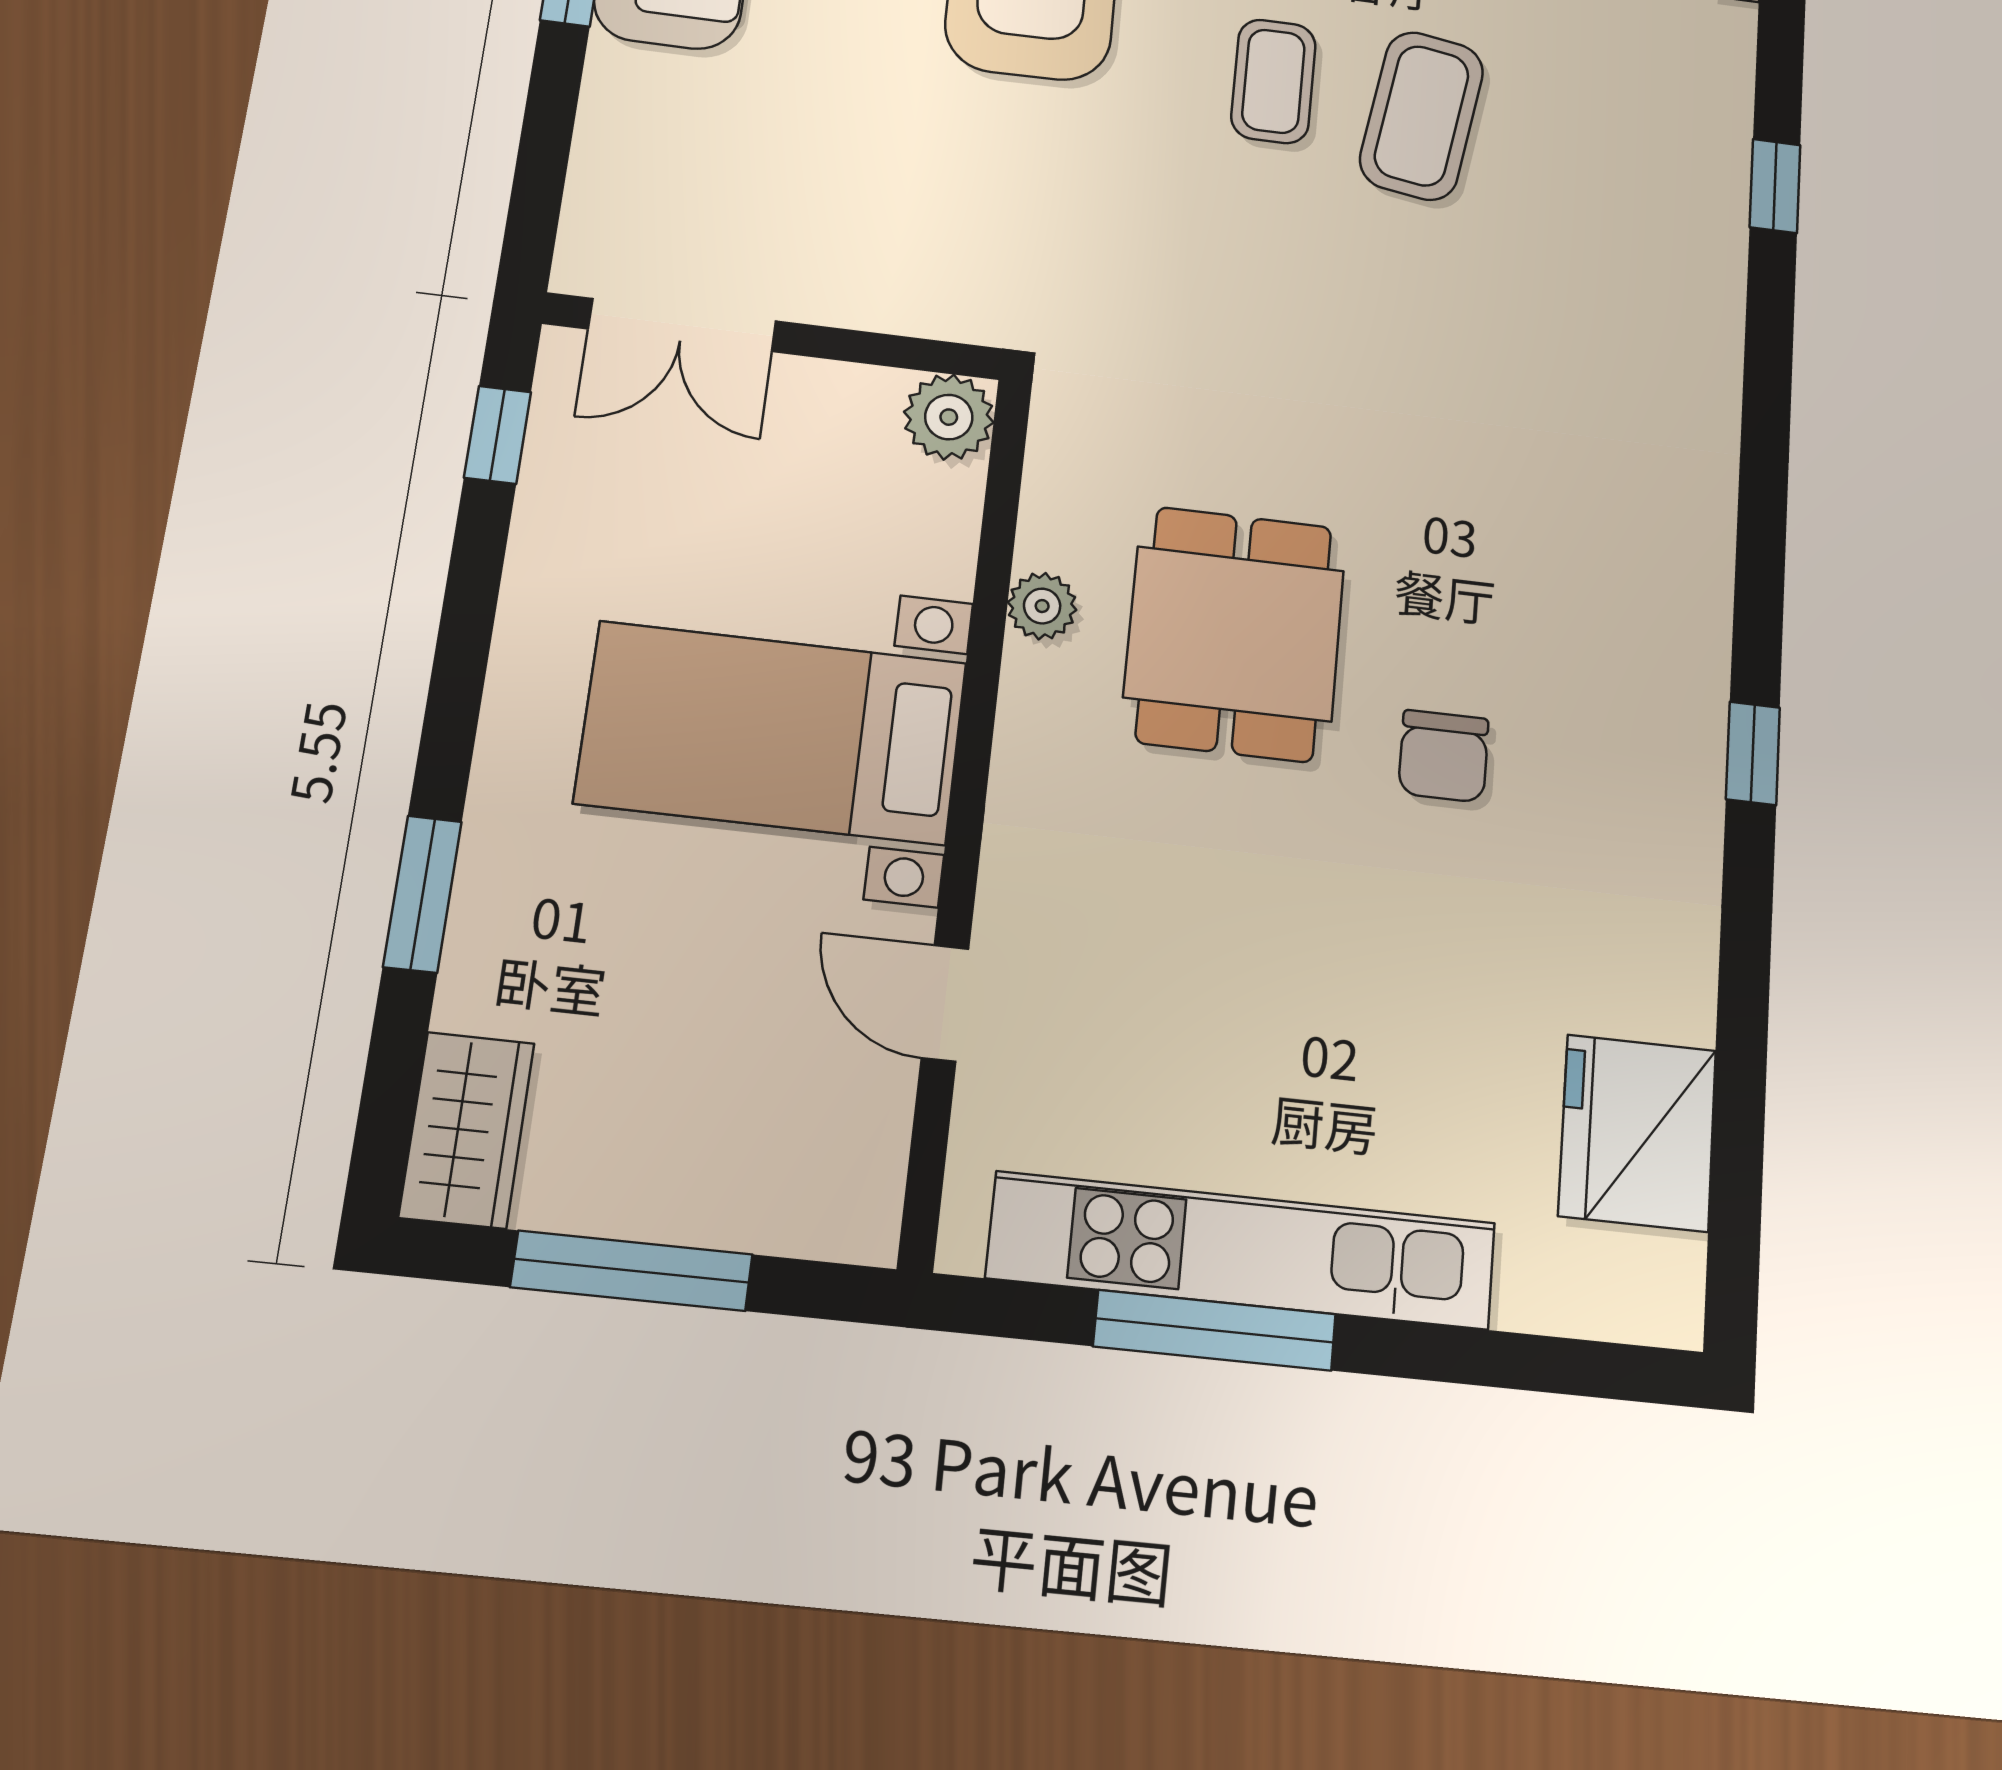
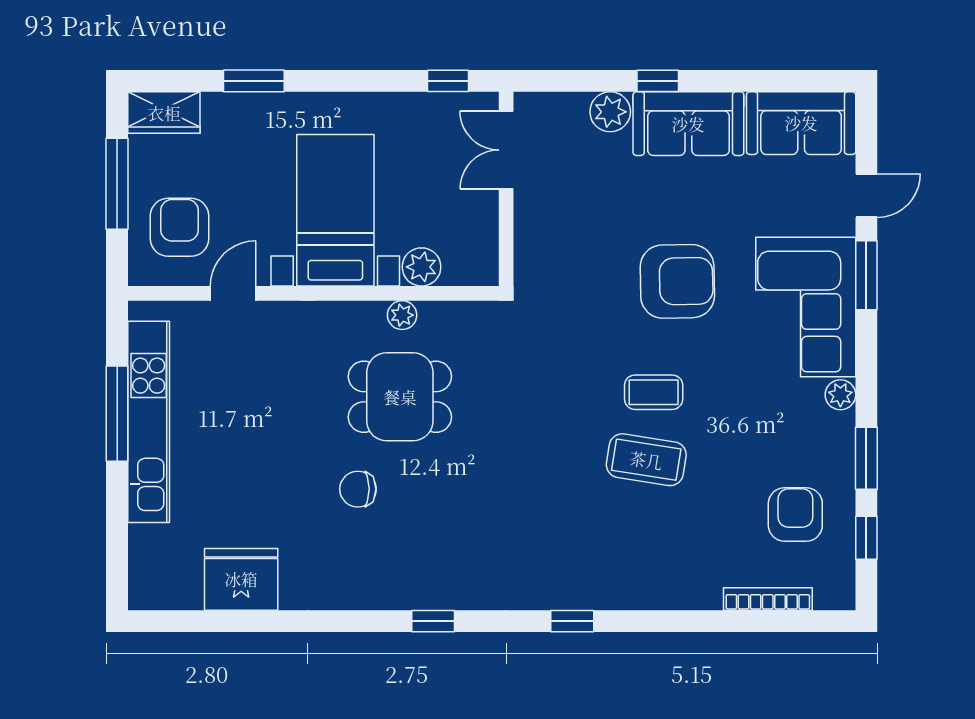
plant: (627, 90) -> (610, 112), added
window: (1775, 186) -> (572, 621), moved
plant: (949, 417) -> (422, 267), moved
window: (1753, 753) -> (433, 621), moved
armchair: (764, 1121) -> (180, 227), added
fridge: (1638, 1133) -> (241, 579), moved

